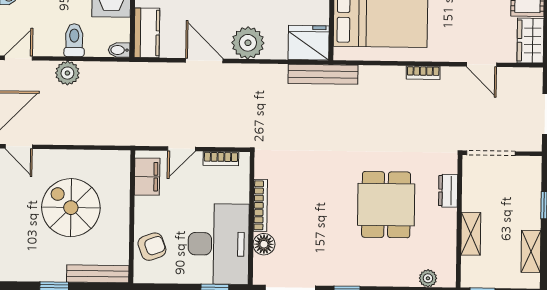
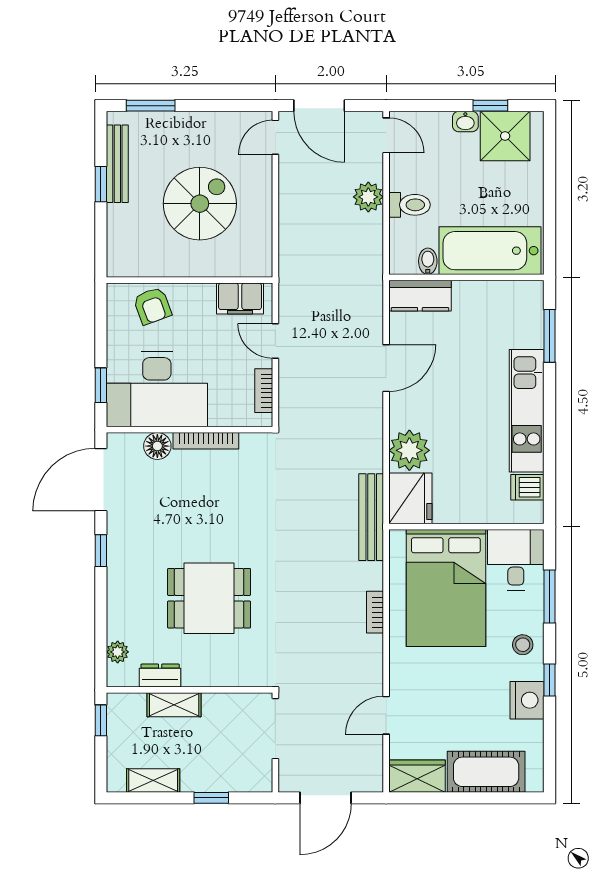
plant: (248, 43) -> (409, 450), moved
bidet: (119, 50) -> (428, 261), moved
bookcase: (423, 73) -> (375, 612), moved
dresser: (448, 191) -> (160, 676), moved
bench: (98, 274) -> (117, 164), moved

